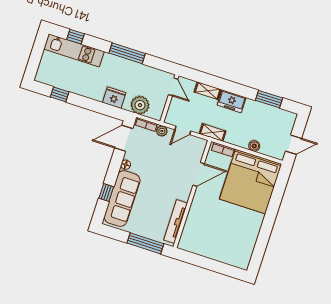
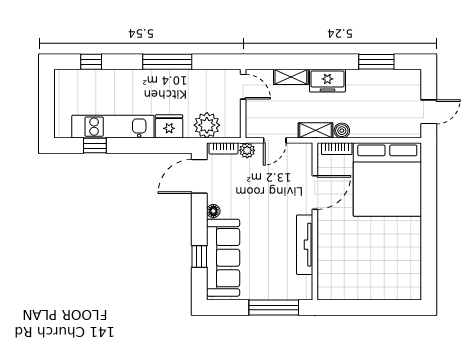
kitchen unit: (74, 50) -> (113, 127), moved, turned 180
boiler: (254, 146) -> (342, 131), moved
tv unit: (176, 222) -> (305, 245), moved

